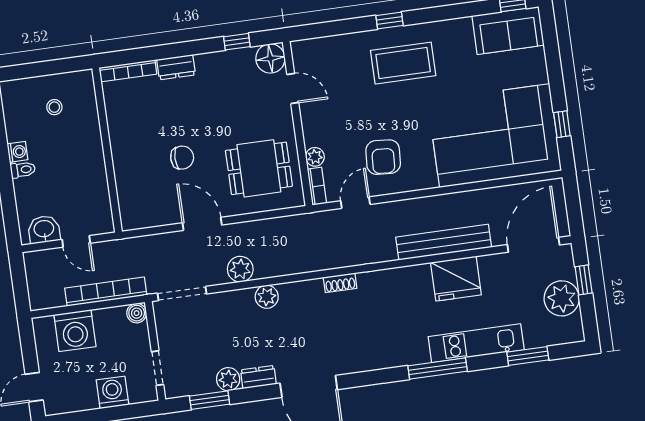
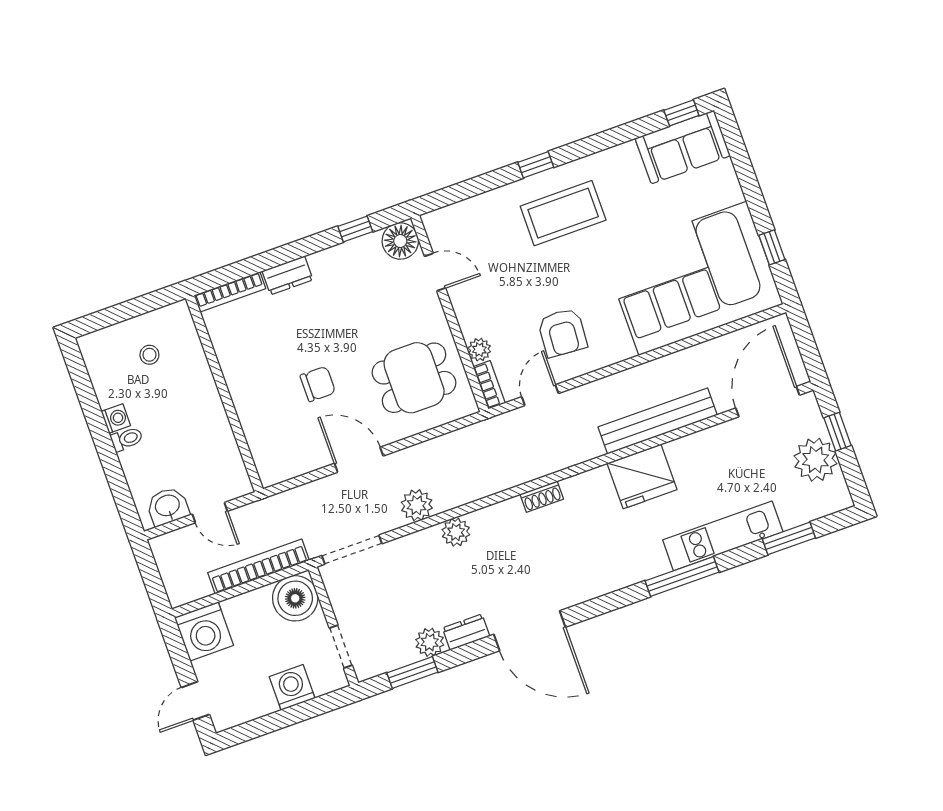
fridge: (456, 279) -> (642, 476), moved
boiler: (137, 313) -> (295, 598), width x1.86, depth x1.86
washing machine: (75, 331) -> (204, 631), moved

